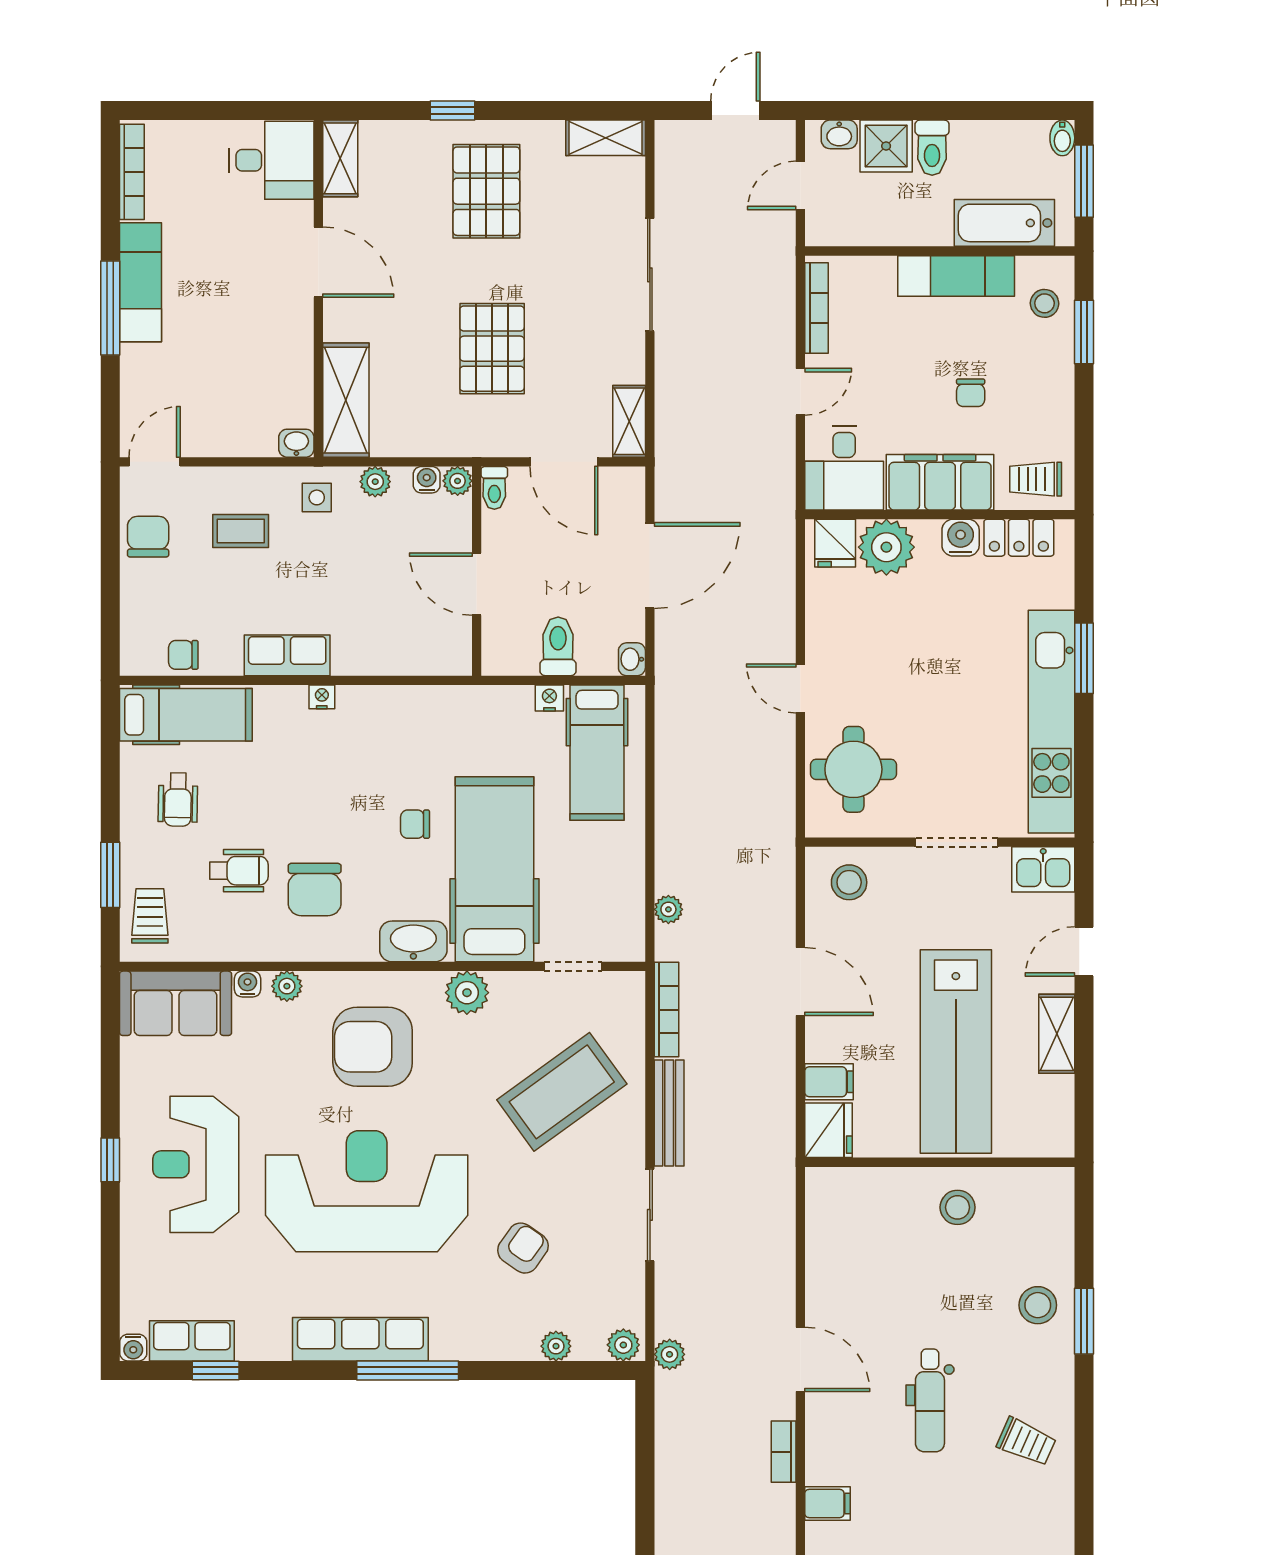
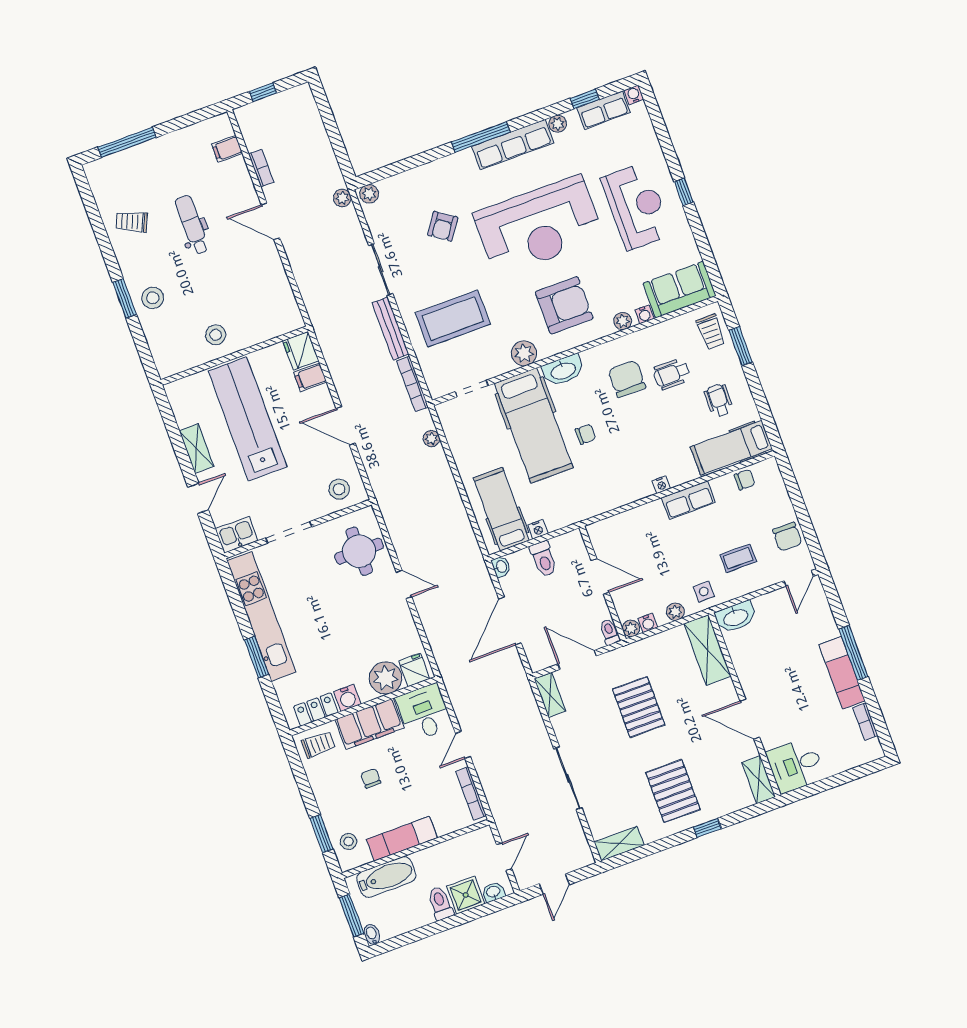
bookcase: (132, 172) -> (865, 722), width x0.64
washbasin: (296, 443) -> (736, 617), width x1.91, depth x1.45
coffee table: (562, 1092) -> (453, 319), turned 36
plant: (556, 1346) -> (558, 124), moved

